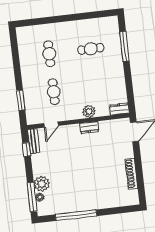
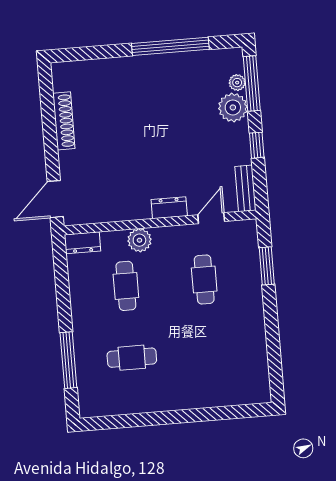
cafe table: (49, 54) -> (126, 286), moved
dresser: (89, 128) -> (169, 208), moved
window: (26, 149) -> (257, 145), moved

